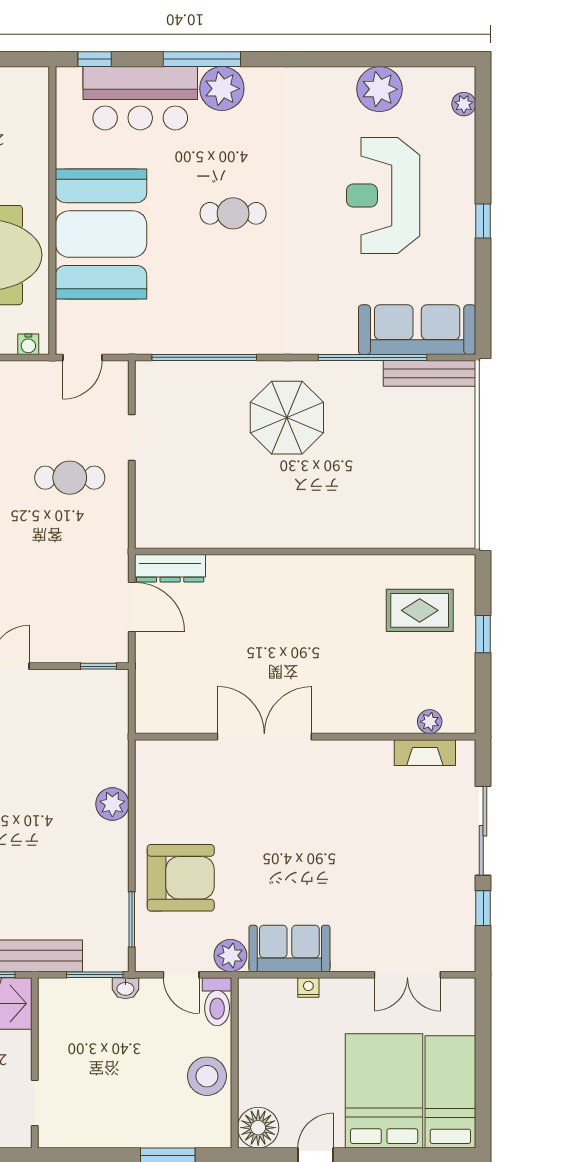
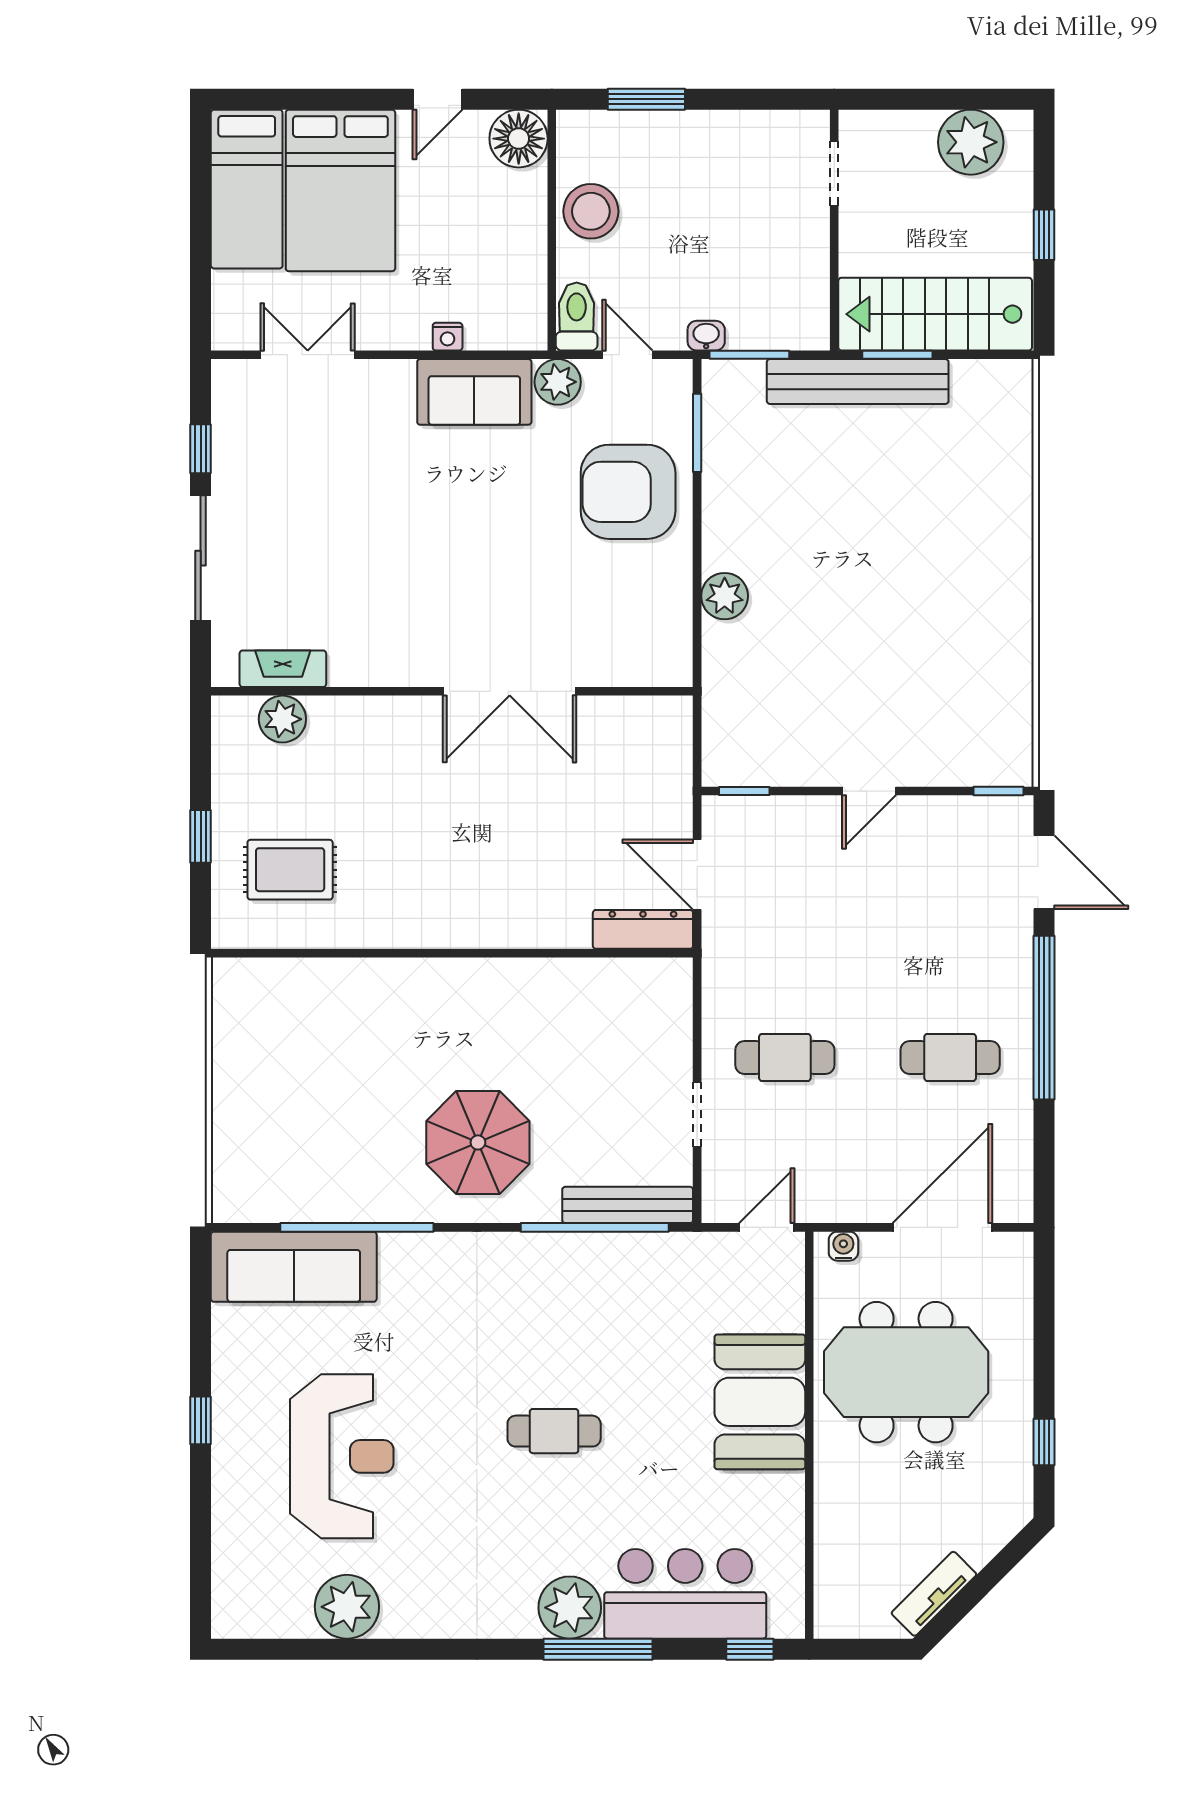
plant: (464, 104) -> (228, 1586), removed
booth: (101, 234) -> (760, 1402), width x0.73, depth x0.70
bench: (429, 373) -> (628, 1205), moved
plant: (430, 722) -> (282, 719), width x1.38, depth x1.38

